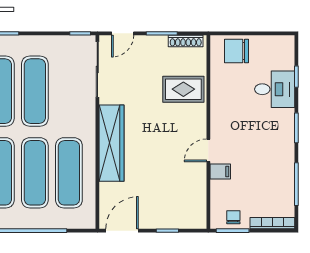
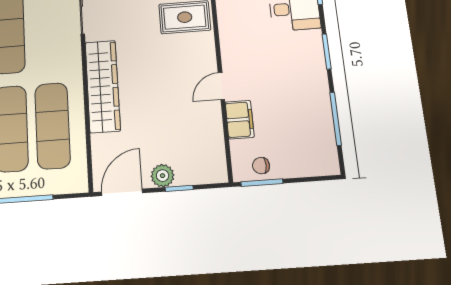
filing cabinet: (220, 172) -> (240, 120), width x2.00
chair: (233, 217) -> (261, 166), turned -90
plant: (155, 220) -> (163, 176), added
bookcase: (272, 223) -> (311, 170), removed

